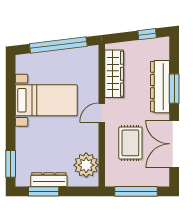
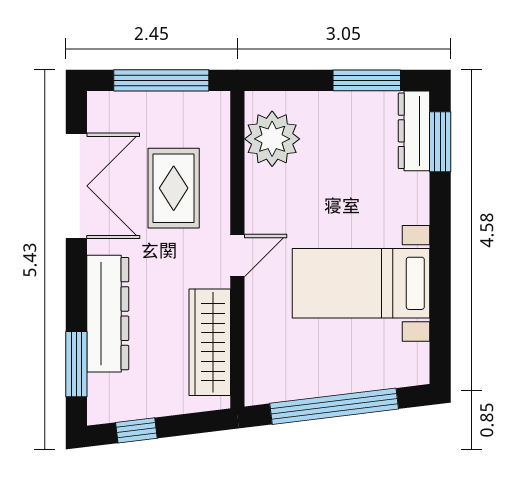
window: (174, 89) -> (76, 364), moved
dresser: (49, 180) -> (414, 131), moved, turned 90

